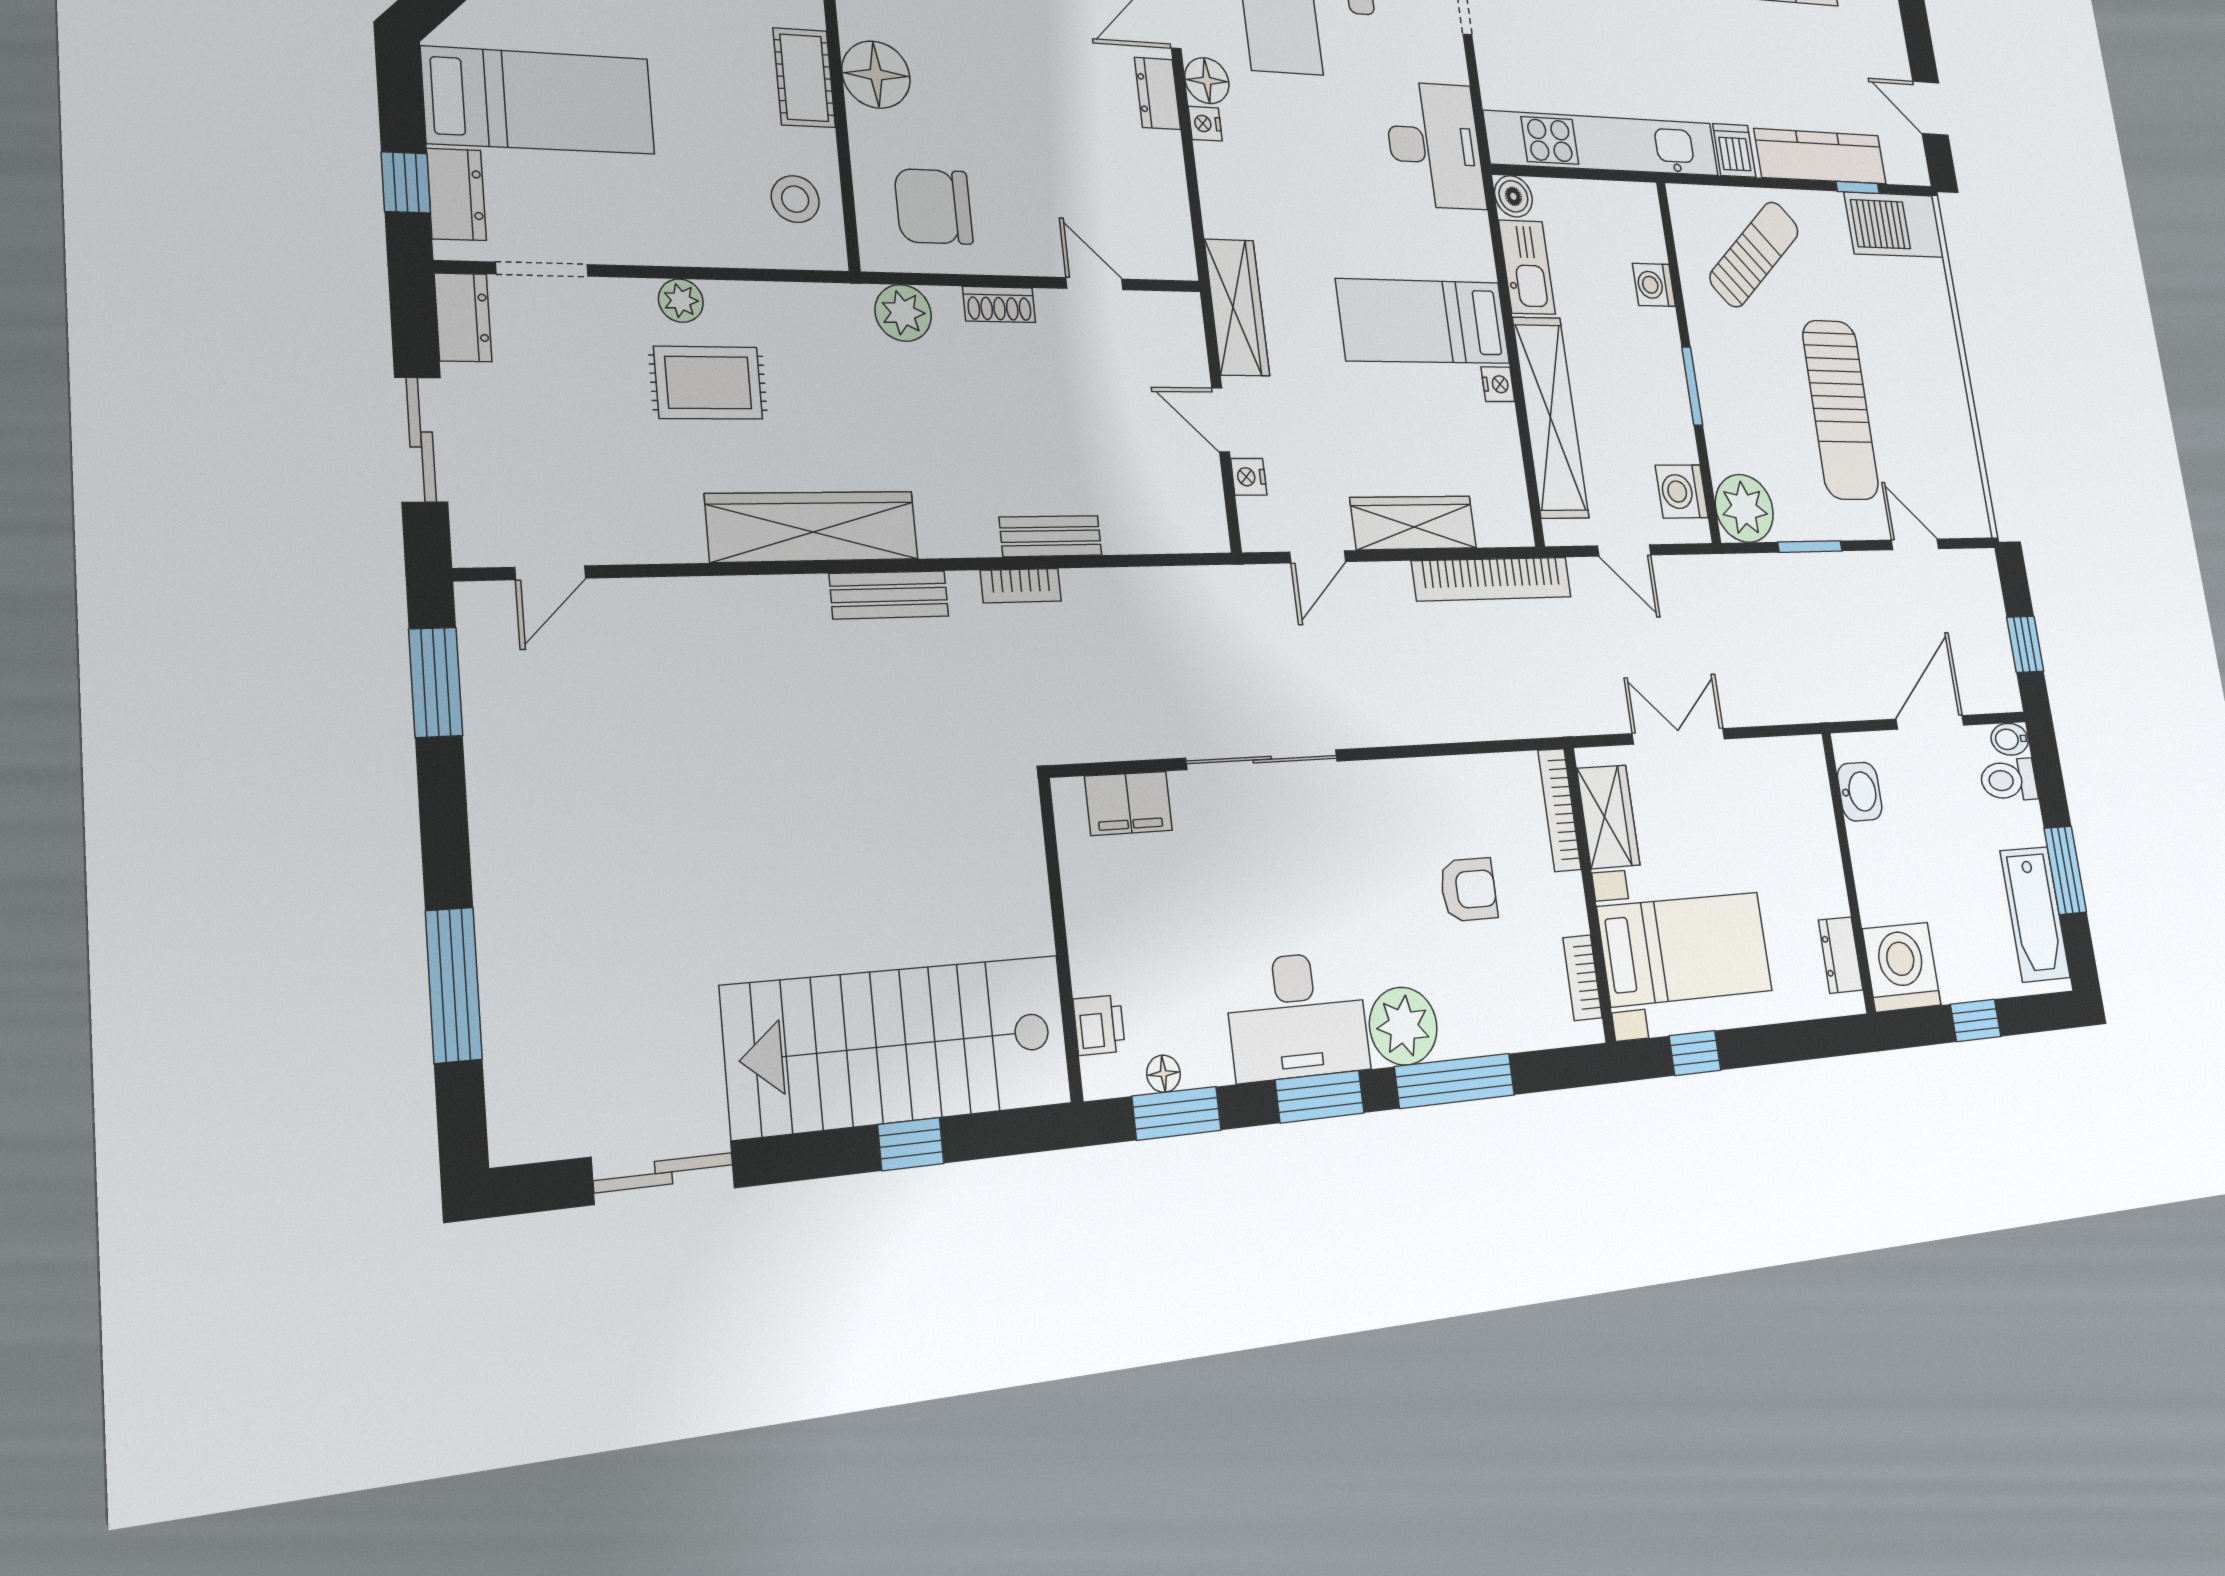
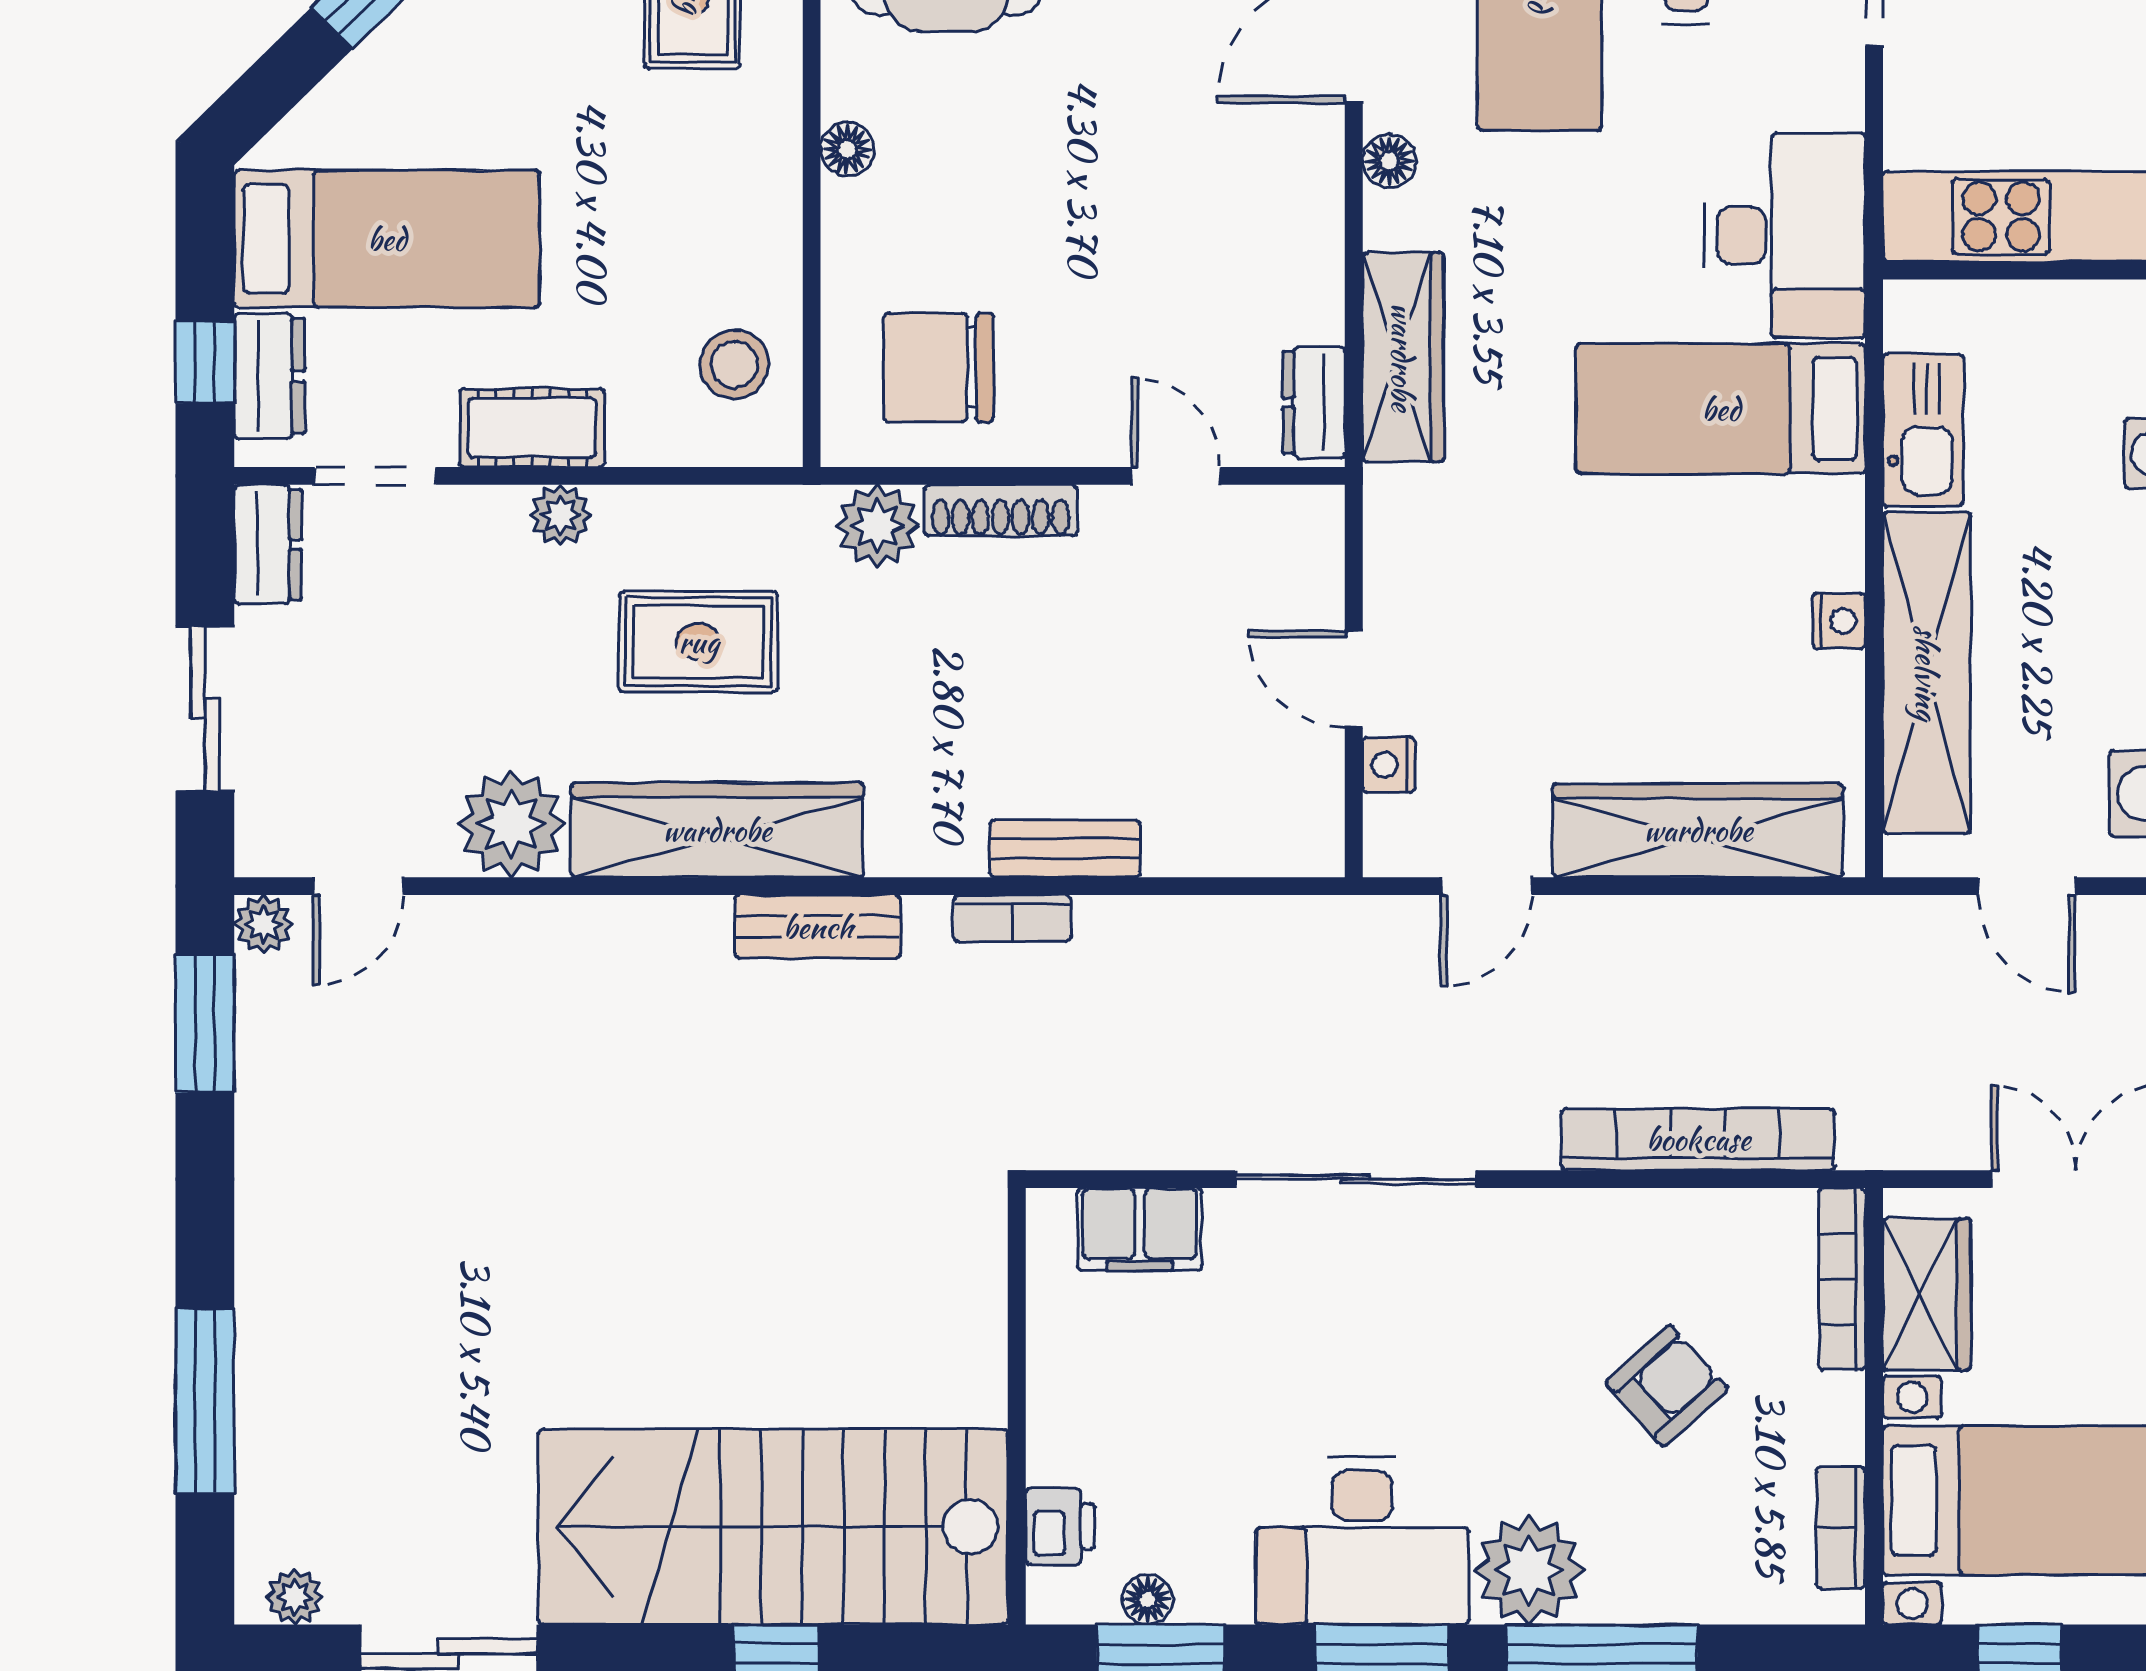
floor lamp: (876, 75) -> (847, 149), width x0.53, depth x0.53
cot: (804, 78) -> (532, 428), moved, turned 90
floor lamp: (1207, 81) -> (1389, 161), width x0.73, depth x0.73
dresser: (1157, 93) -> (1314, 402), moved
nightstand: (1205, 124) -> (1388, 220), removed
boiler: (1513, 196) -> (1917, 314), removed
shoe rack: (999, 304) -> (1001, 510), width x1.43
wardrobe: (1237, 307) -> (1403, 357), moved
bed: (1423, 321) -> (1721, 409), moved
rug: (708, 383) -> (699, 642), moved
wardrobe: (1413, 523) -> (1698, 830), width x1.40, depth x1.17
plant: (663, 524) -> (511, 824), added
bookcase: (1492, 579) -> (1698, 1139), moved, turned 180
plant: (478, 604) -> (264, 924), added
armchair: (1469, 890) -> (1667, 1386), turned -42
plant: (537, 1140) -> (295, 1597), added

